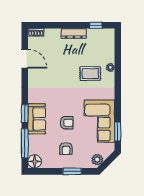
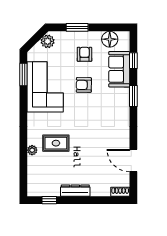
sofa: (37, 119) -> (119, 69), moved
window: (25, 143) -> (133, 61), width x0.46
floor lamp: (35, 161) -> (110, 39), moved

